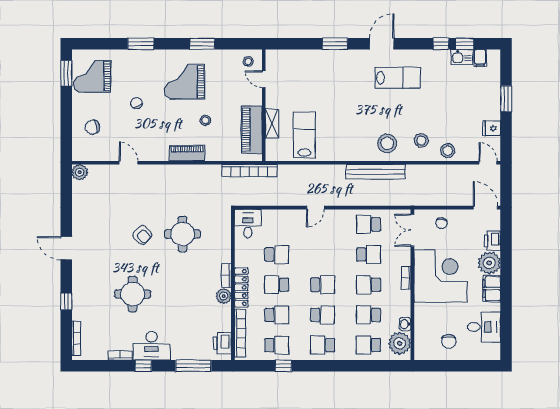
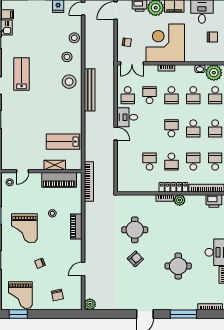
desk: (248, 224) -> (127, 117), moved
window: (66, 301) -> (183, 314), width x2.17
school desk: (323, 315) -> (193, 128), turned 180

